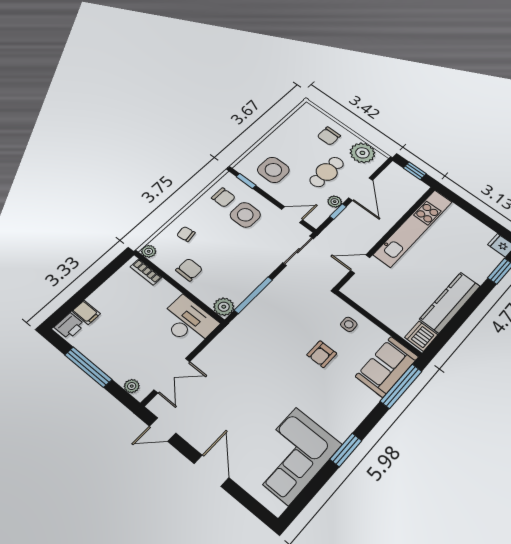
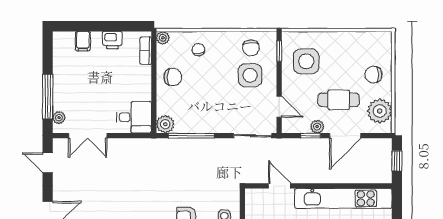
desk: (188, 322) -> (134, 117), width x0.73
printer: (69, 326) -> (112, 40), moved
window: (88, 367) -> (48, 97), moved

